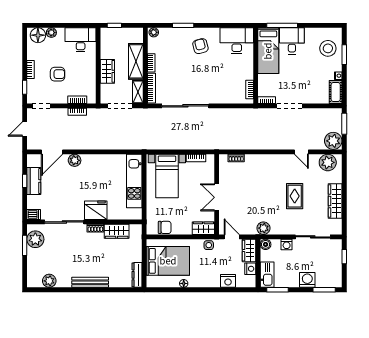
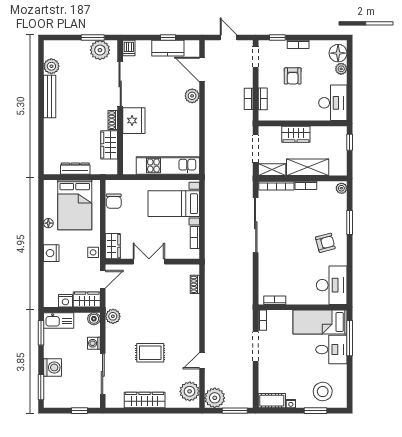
dresser: (137, 275) -> (75, 169), moved
nightstand: (228, 281) -> (51, 253), moved
bench: (90, 282) -> (50, 97), moved

